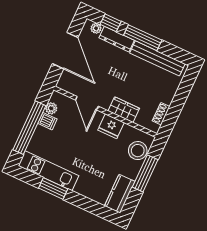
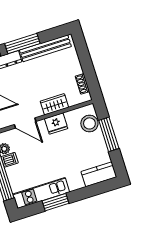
kitchen counter: (120, 194) -> (99, 174), moved, turned 90

